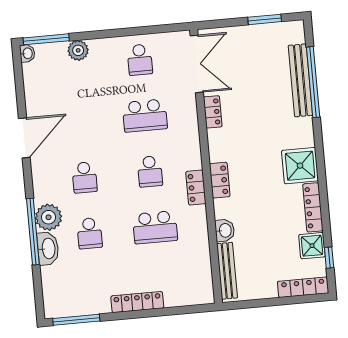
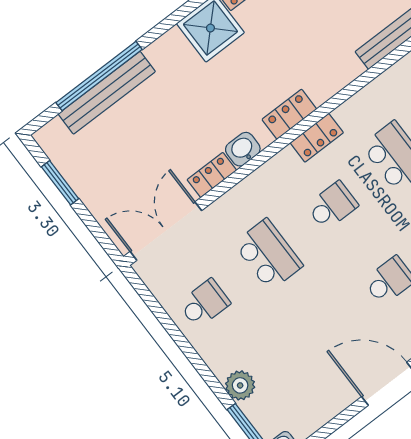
washbasin: (225, 230) -> (243, 149), moved

